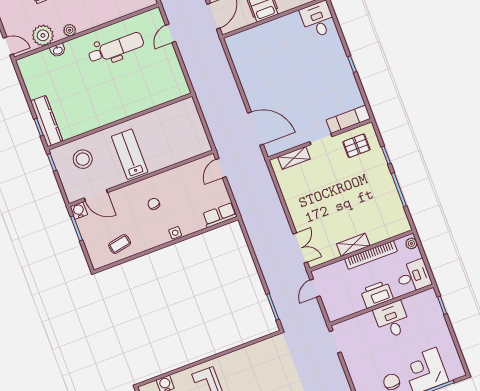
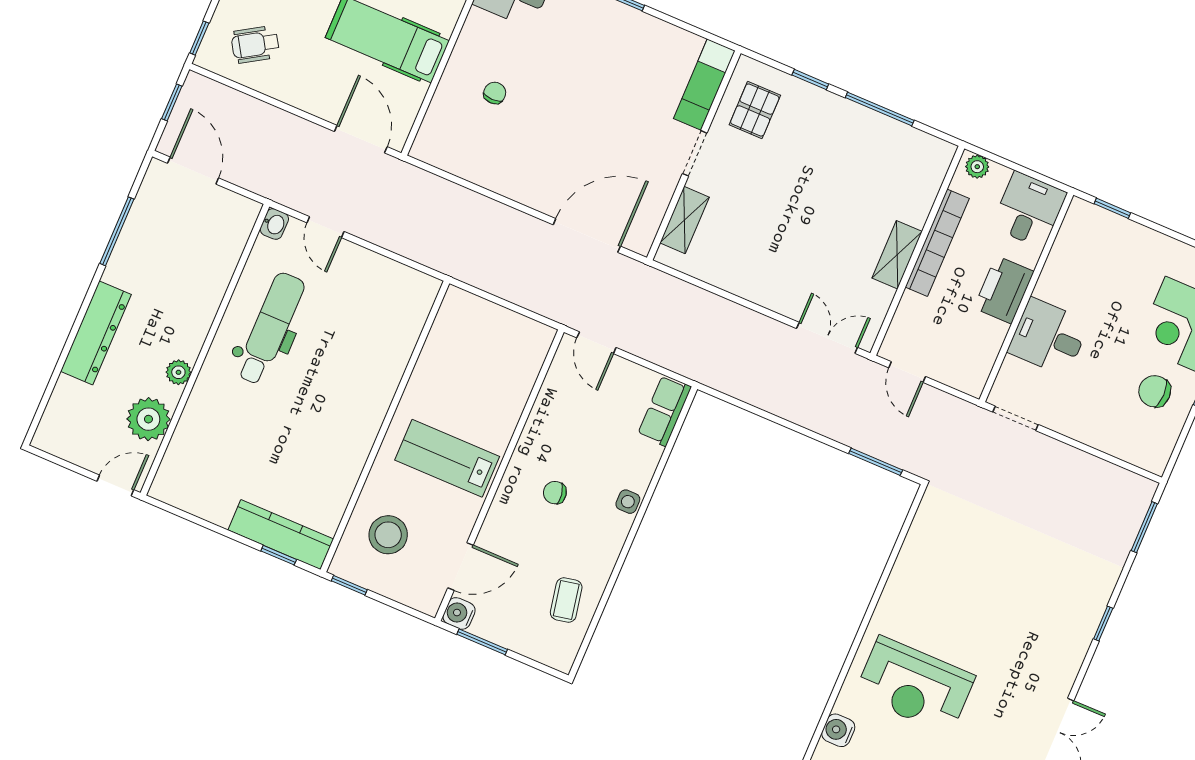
chair: (275, 48) -> (495, 93), added
washbasin: (58, 50) -> (274, 224), moved
desk: (392, 320) -> (1049, 337), moved

